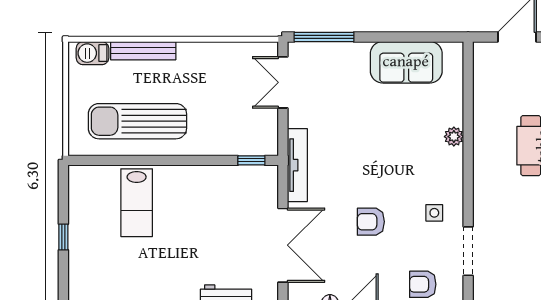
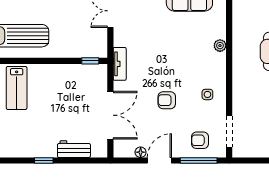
tv unit: (297, 165) -> (120, 64), width x0.71
doorway: (468, 251) -> (229, 131), moved

